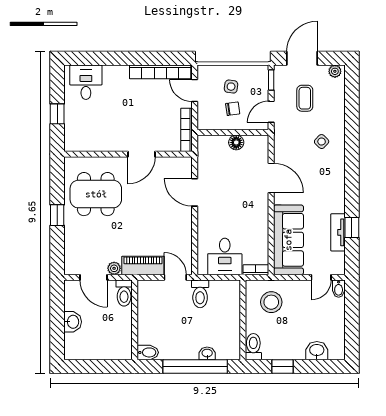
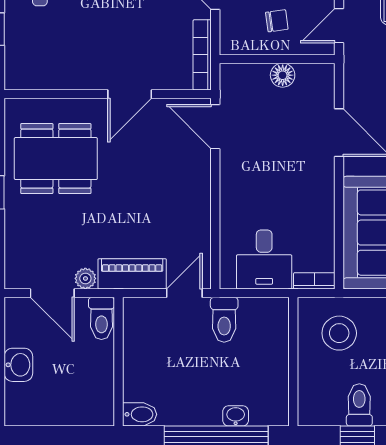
door: (195, 192) -> (215, 127), moved
door: (175, 277) -> (184, 293), hinge flipped
toilet: (253, 347) -> (359, 405), moved

